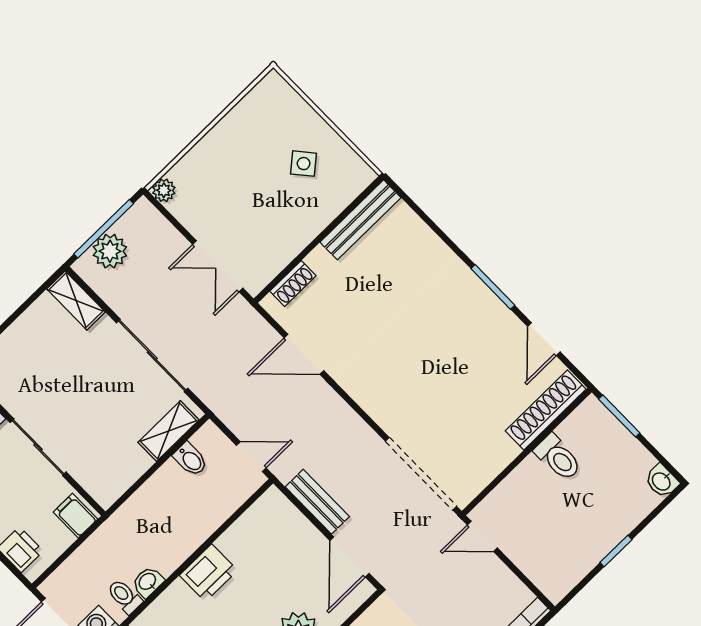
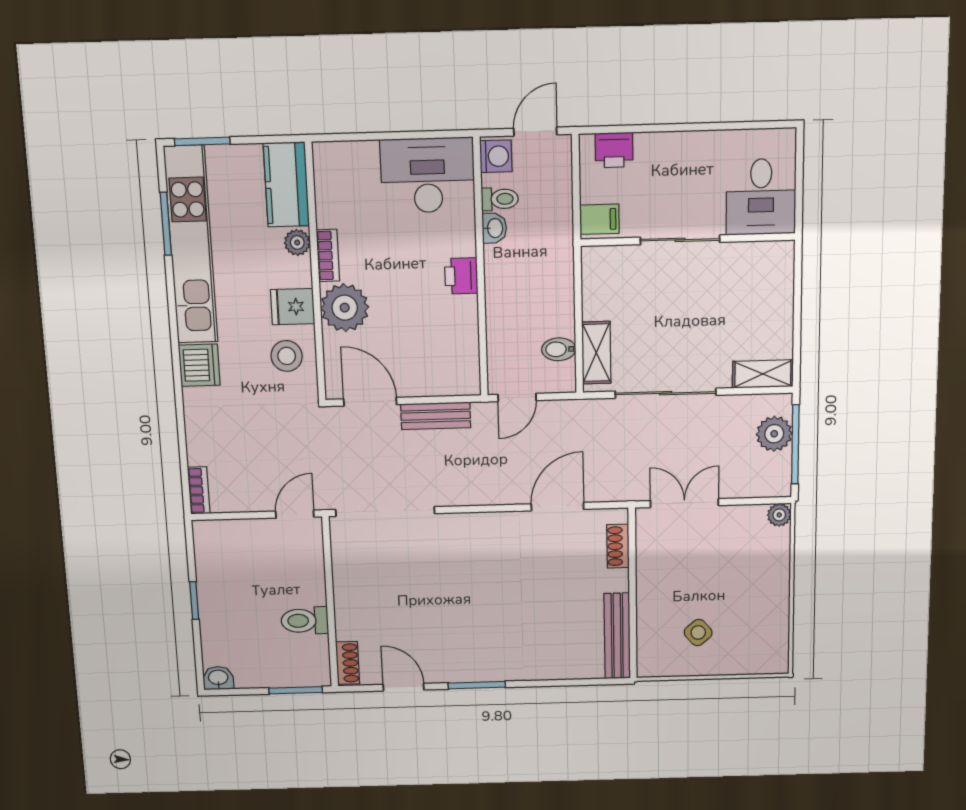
shoe rack: (546, 410) -> (348, 663), width x0.51, depth x0.81
printer: (209, 573) -> (461, 276), width x0.73, depth x0.81

